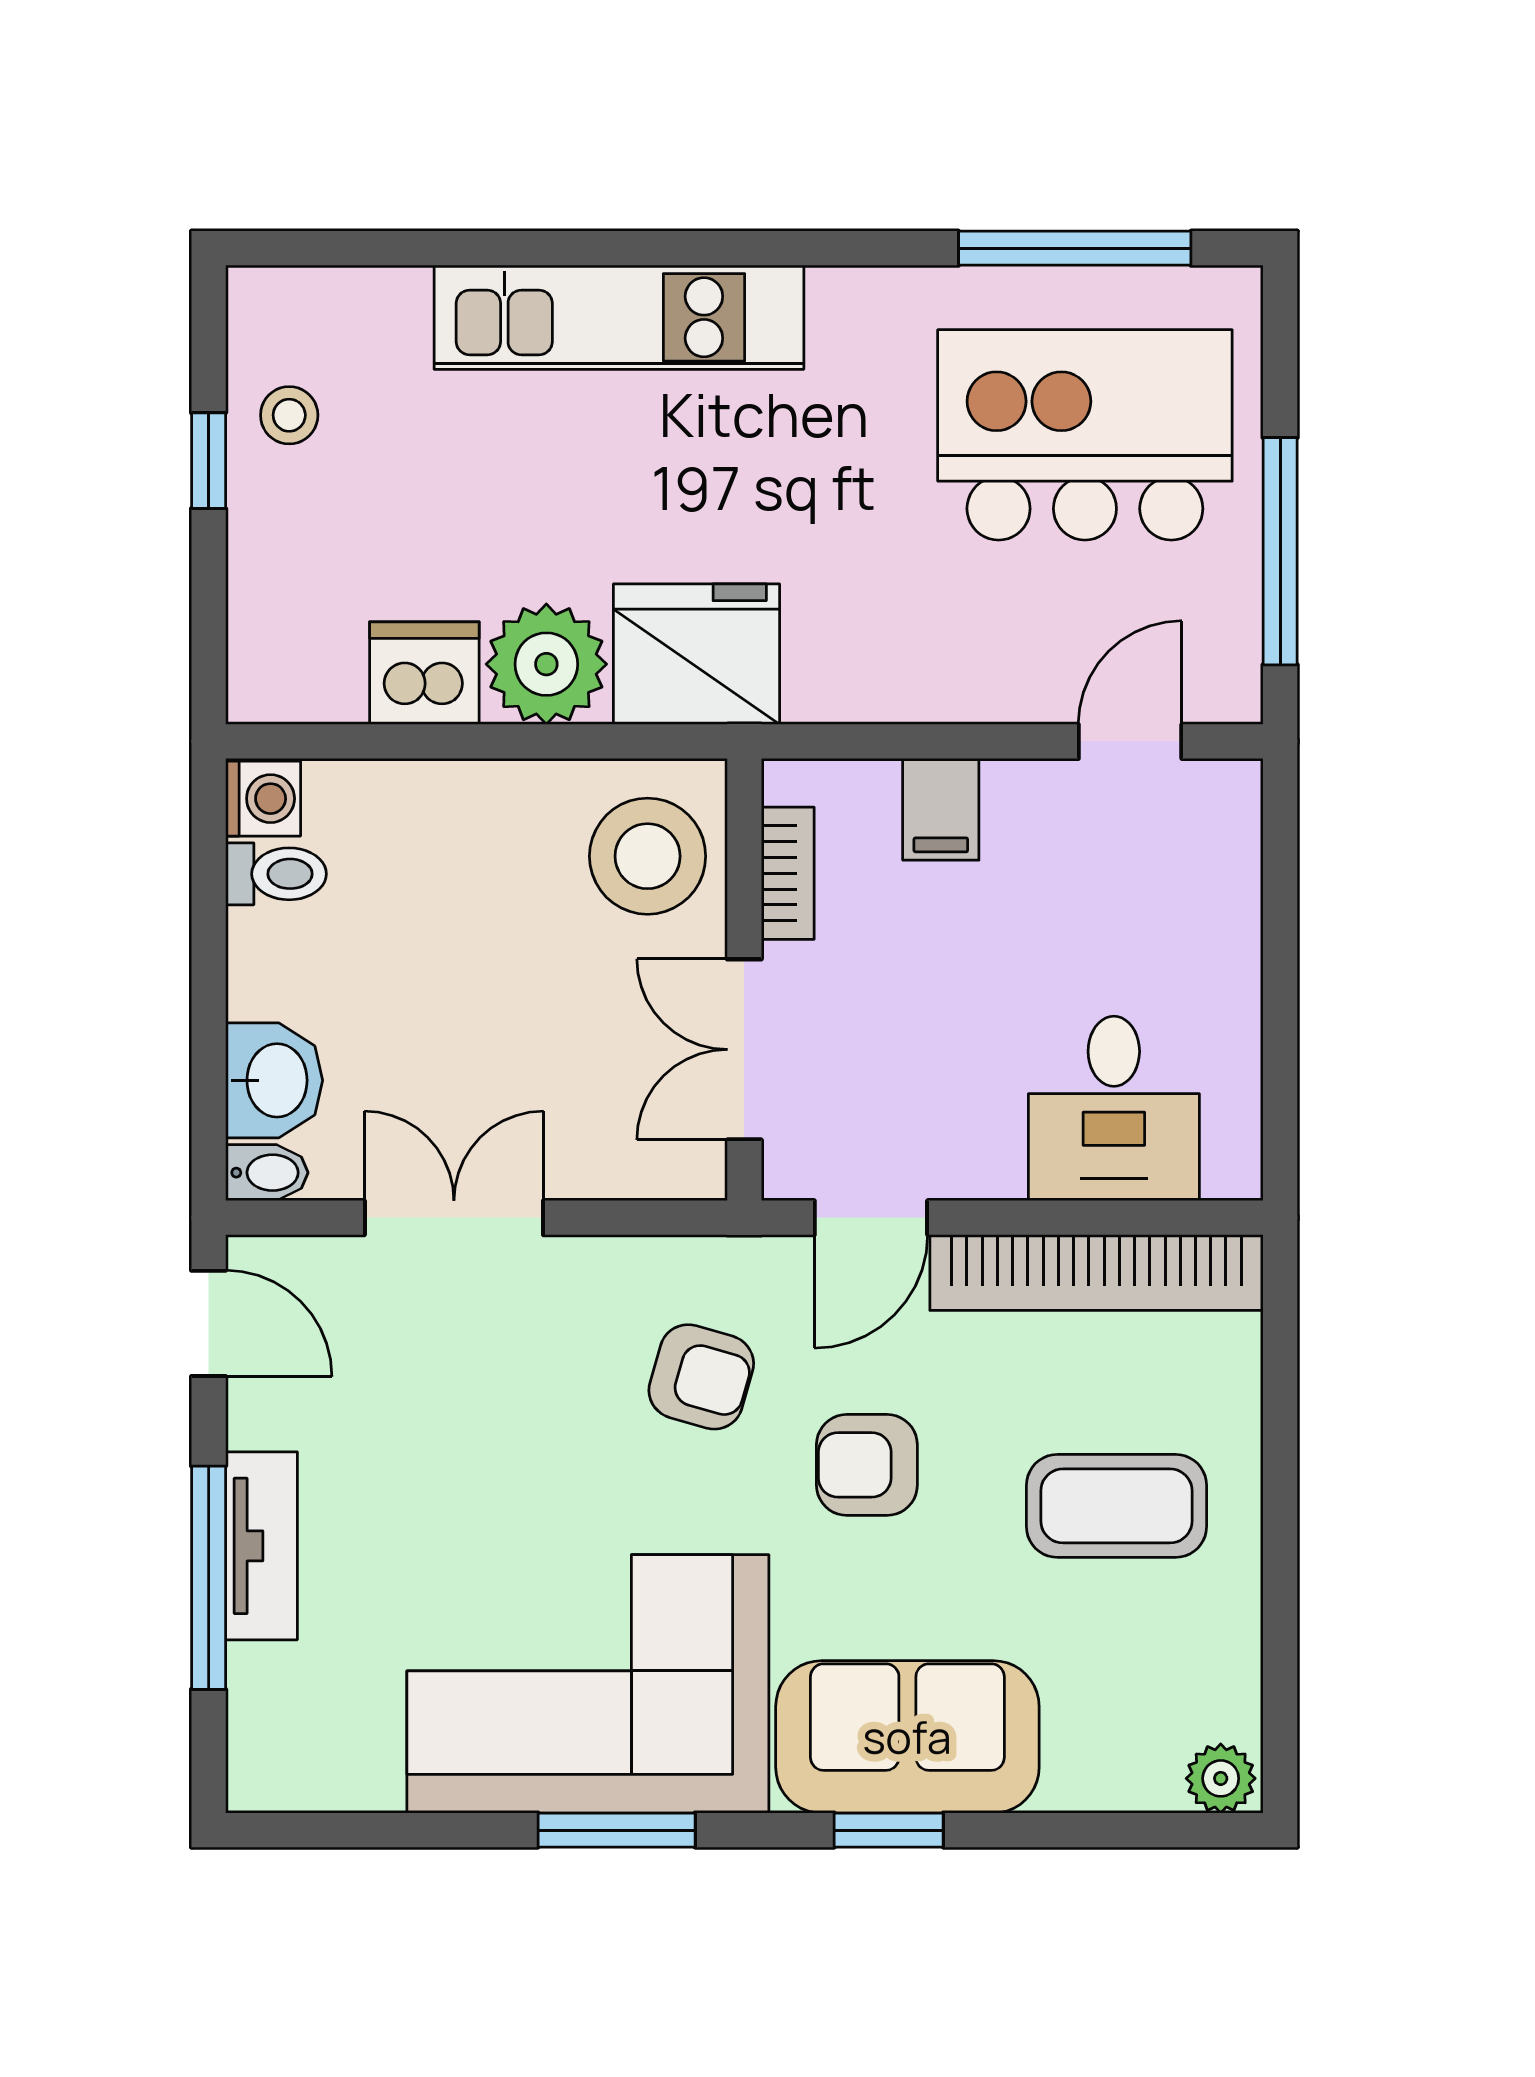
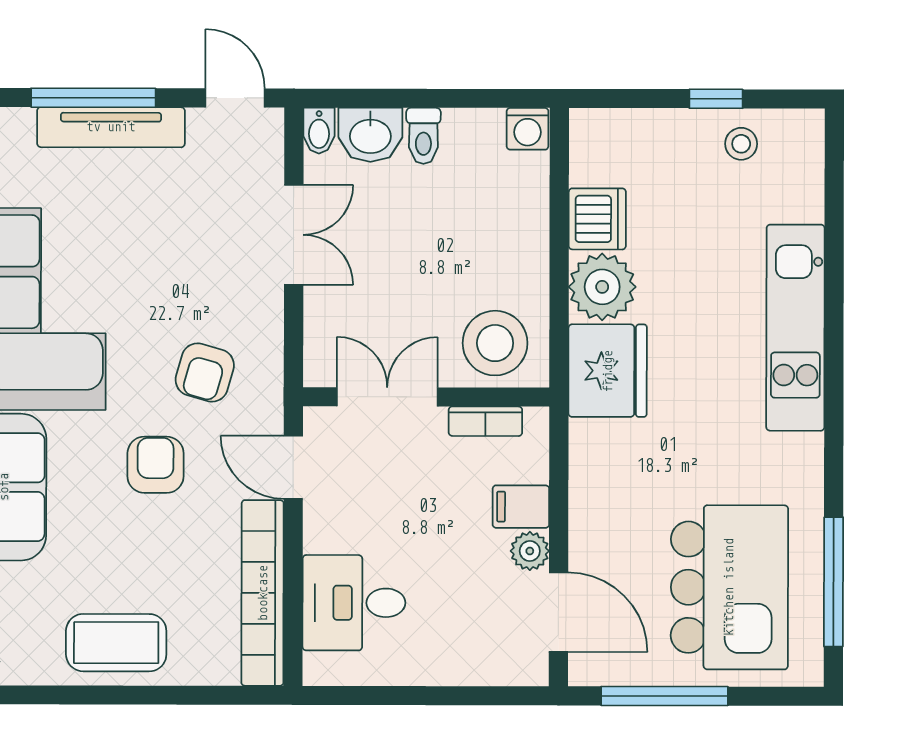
door: (1130, 741) -> (559, 612), width x1.38
plant: (1020, 793) -> (530, 551), added
toilet: (276, 874) -> (423, 136), moved
door: (209, 1323) -> (235, 98), swing flipped
coffee table: (1116, 1506) -> (116, 643), moved, turned 90
tv unit: (261, 1546) -> (111, 127), width x1.41

